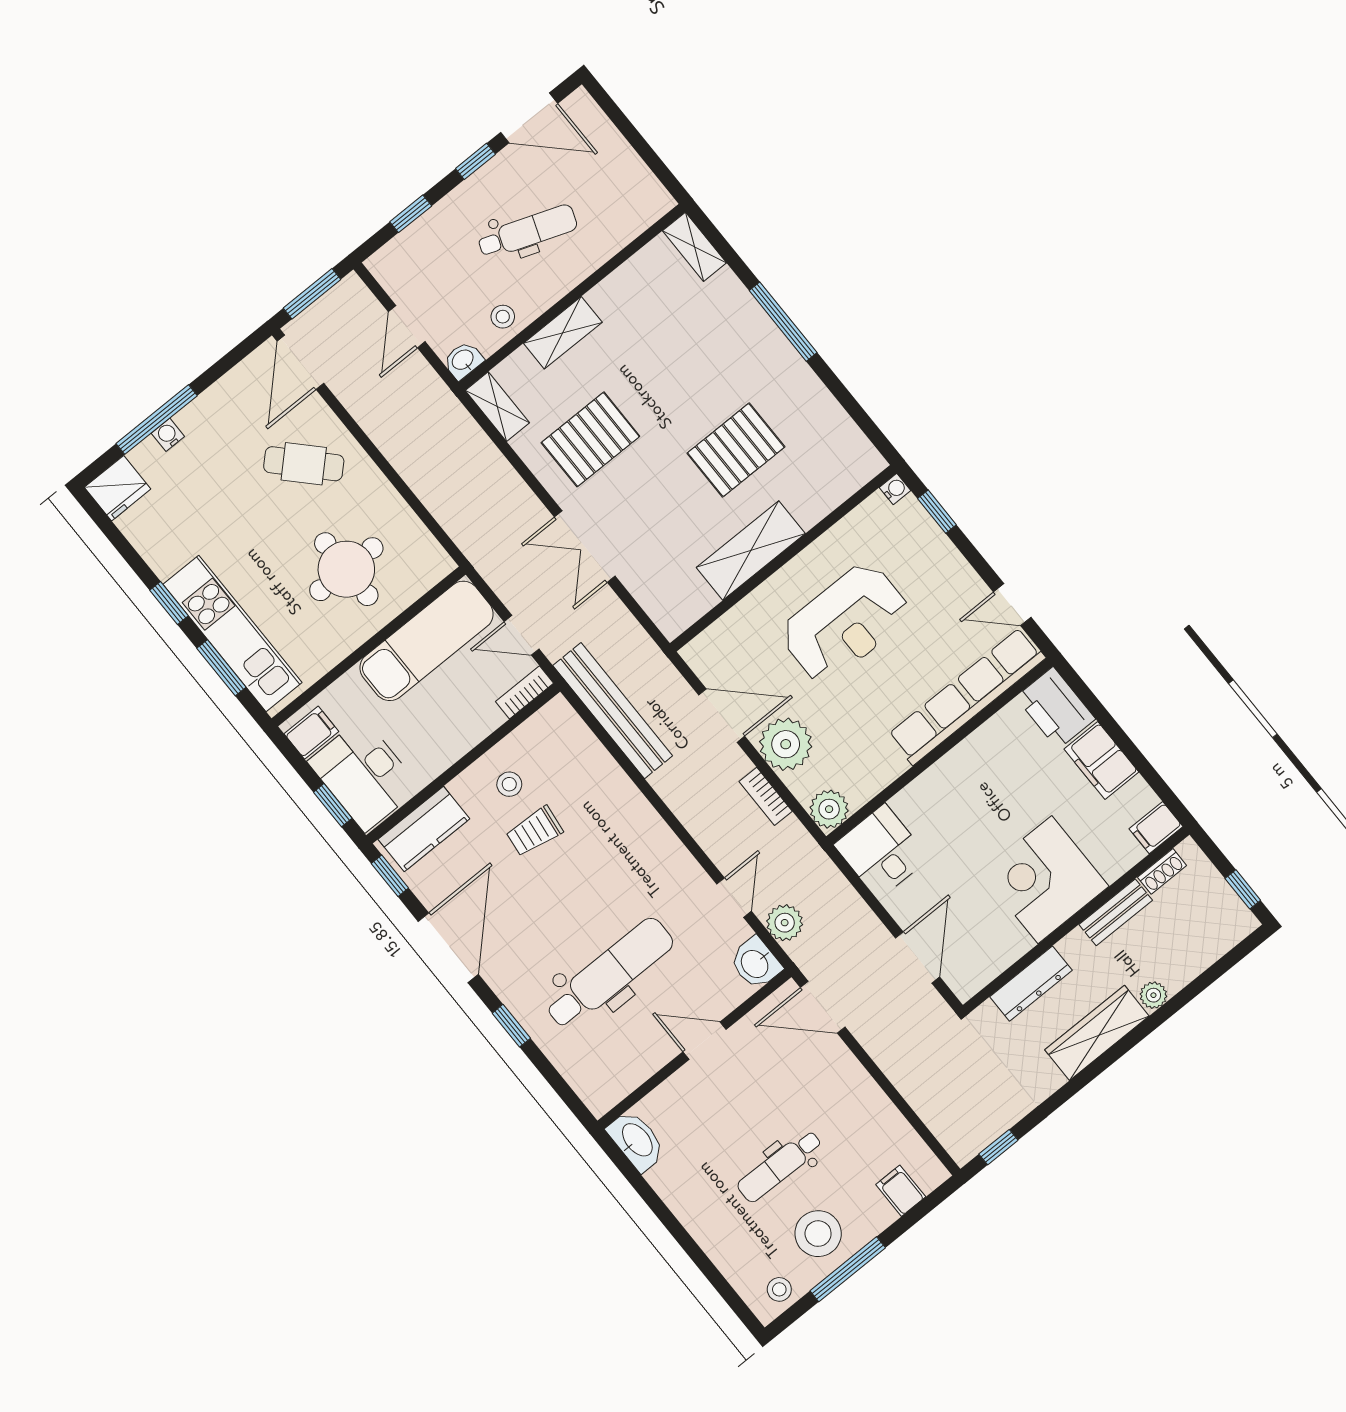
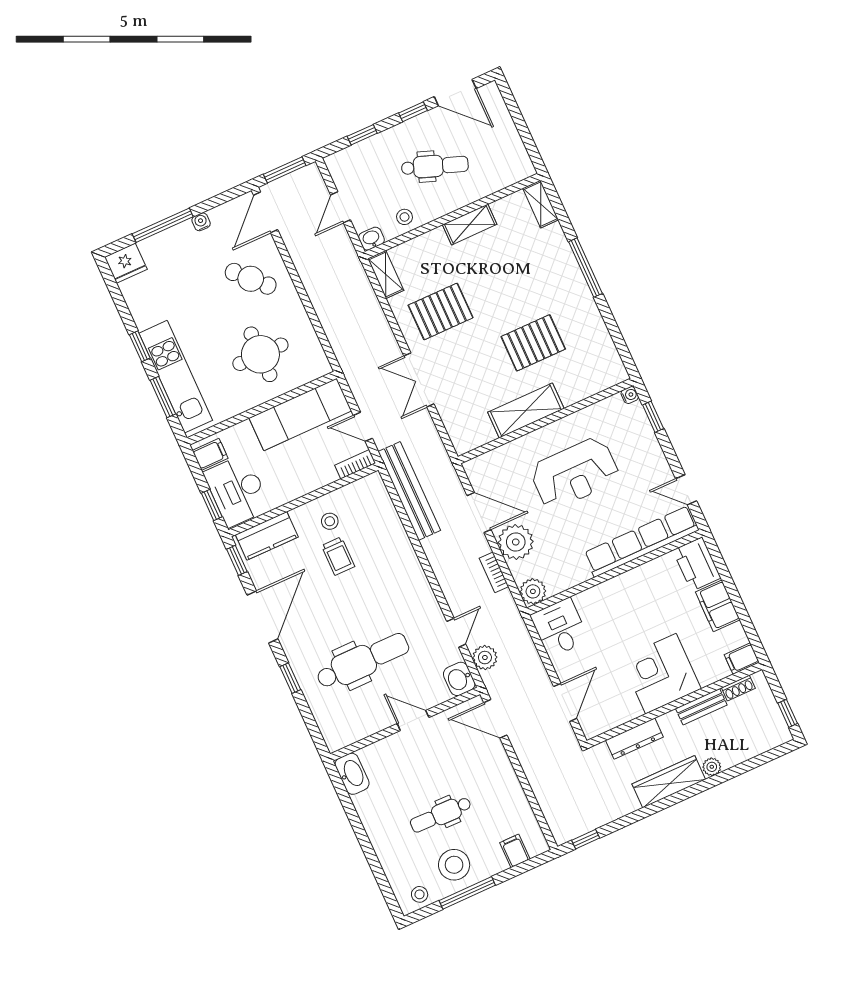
shelving: (563, 333) -> (470, 224), moved
water cooler: (168, 435) -> (201, 222), moved
trolley: (534, 831) -> (338, 556), turned -97

